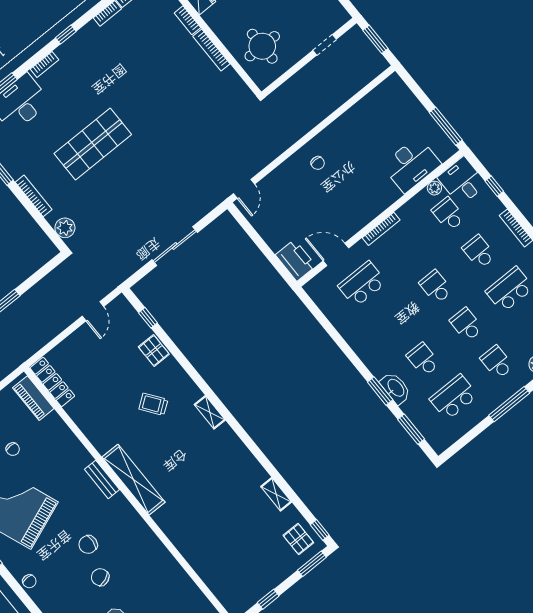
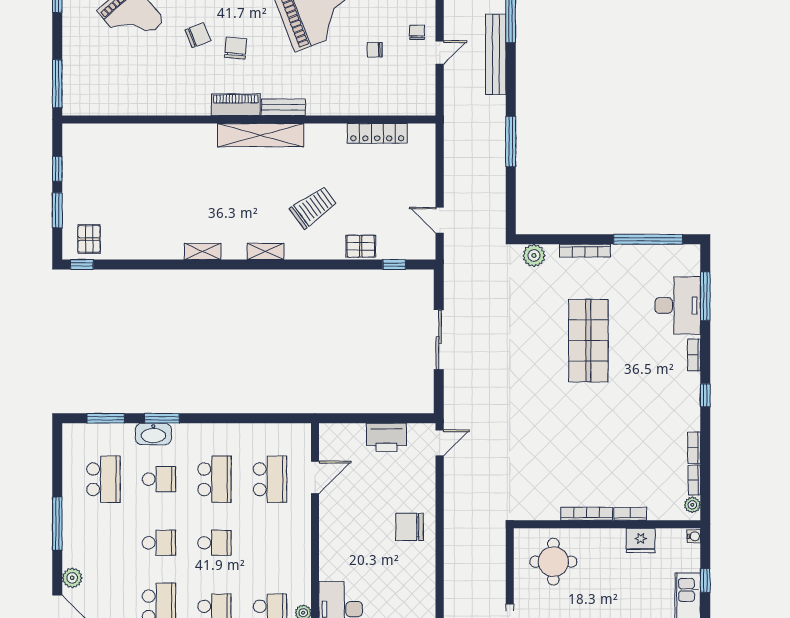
chair: (318, 163) -> (410, 527), width x1.87, depth x1.87
door: (244, 189) -> (440, 443), swing flipped
bookcase: (381, 229) -> (305, 536), removed
printer: (296, 260) -> (386, 437), moved
school desk: (497, 362) -> (214, 479), moved, width x1.85
locker: (52, 382) -> (377, 133), moved
piano: (33, 398) -> (236, 105), moved
trolley: (153, 404) -> (313, 207), width x1.36, depth x1.39
shelving: (276, 494) -> (203, 251), moved
pallet: (298, 539) -> (89, 239), turned 90
window: (312, 564) -> (57, 210), moved

